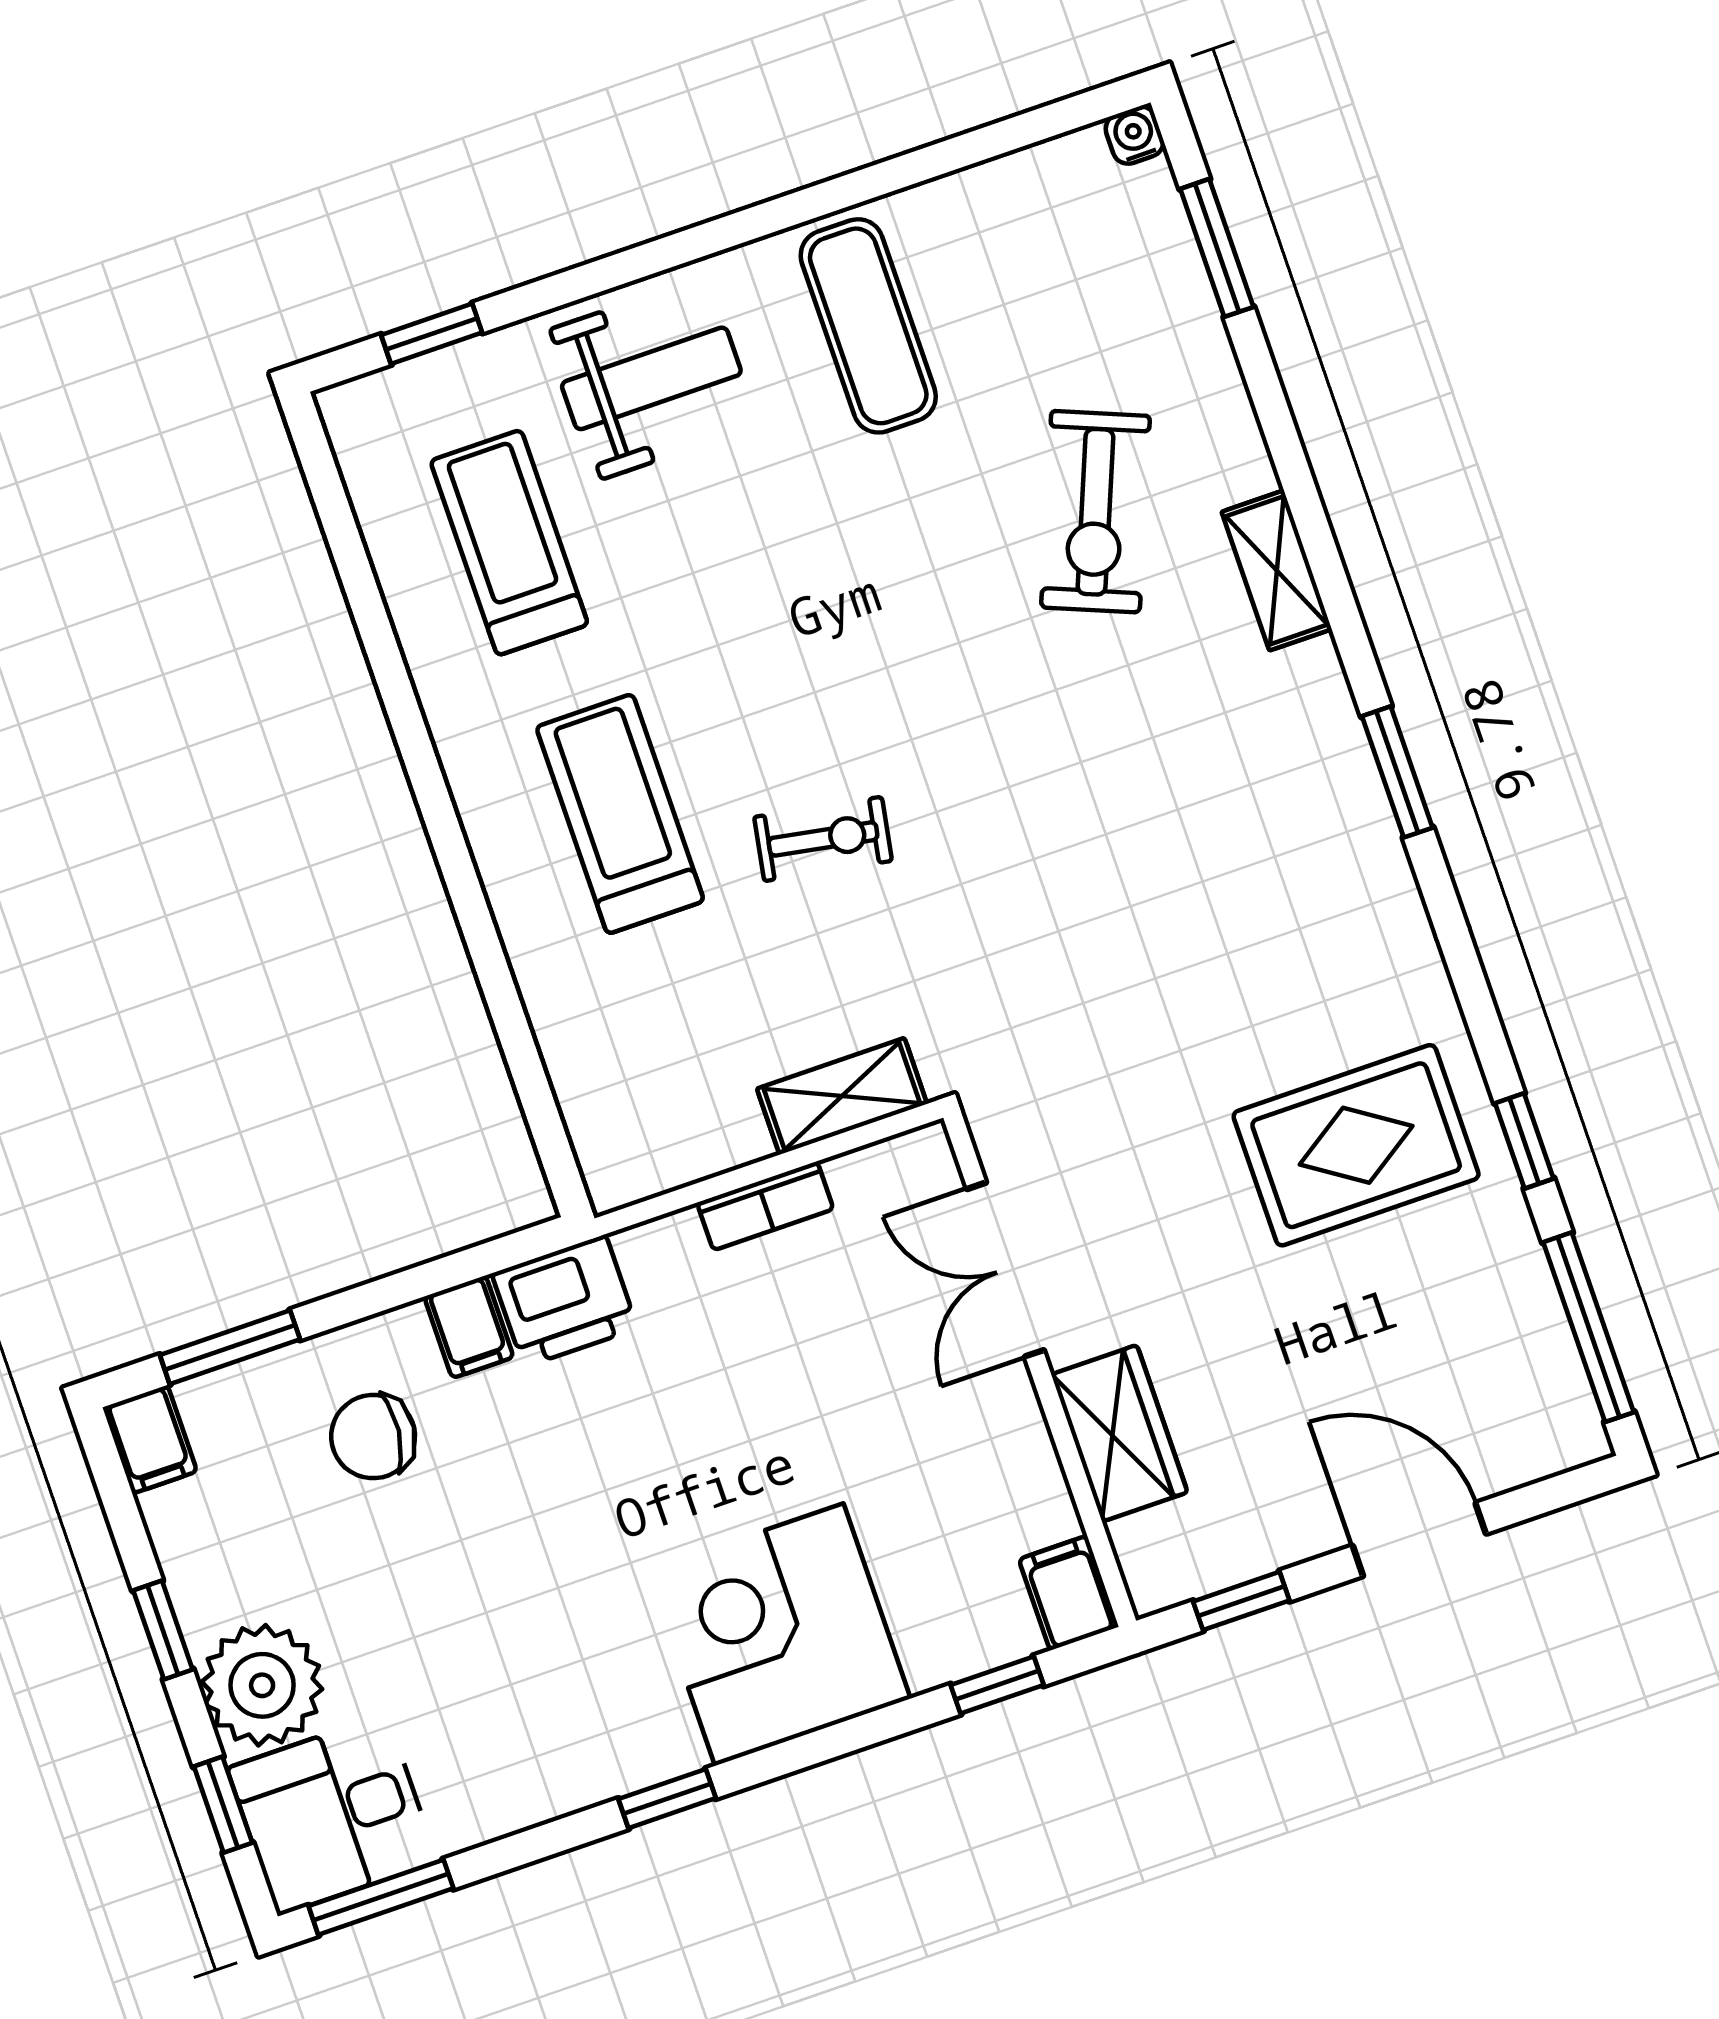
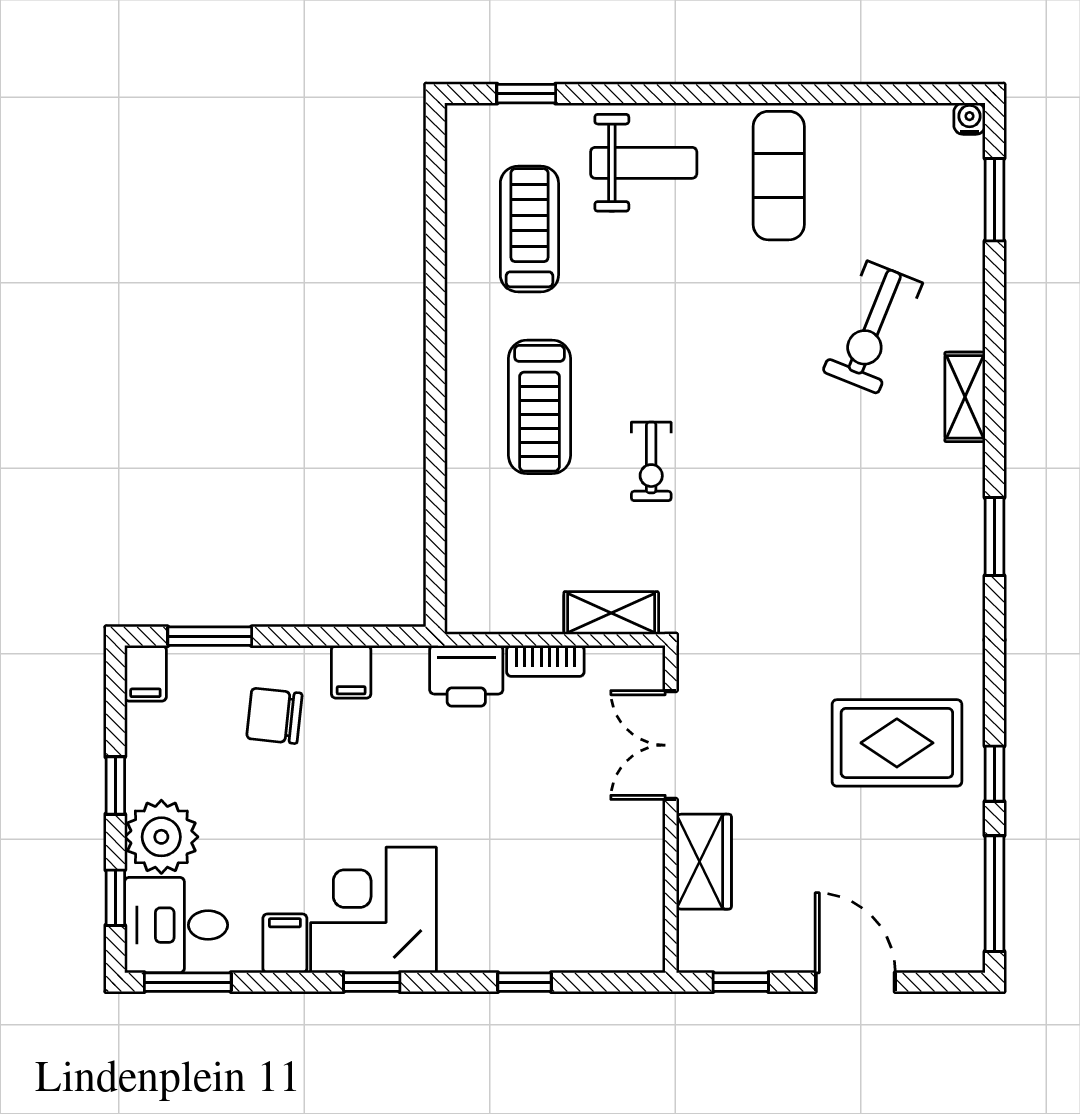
treadmill: (620, 814) -> (539, 407), turned 180
exercise bike: (823, 839) -> (651, 461), turned 80
printer: (565, 1301) -> (466, 676), moved
filing cabinet: (1069, 1593) -> (285, 943), moved
corner desk: (779, 1634) -> (374, 910), moved
window: (997, 1685) -> (525, 982), moved

